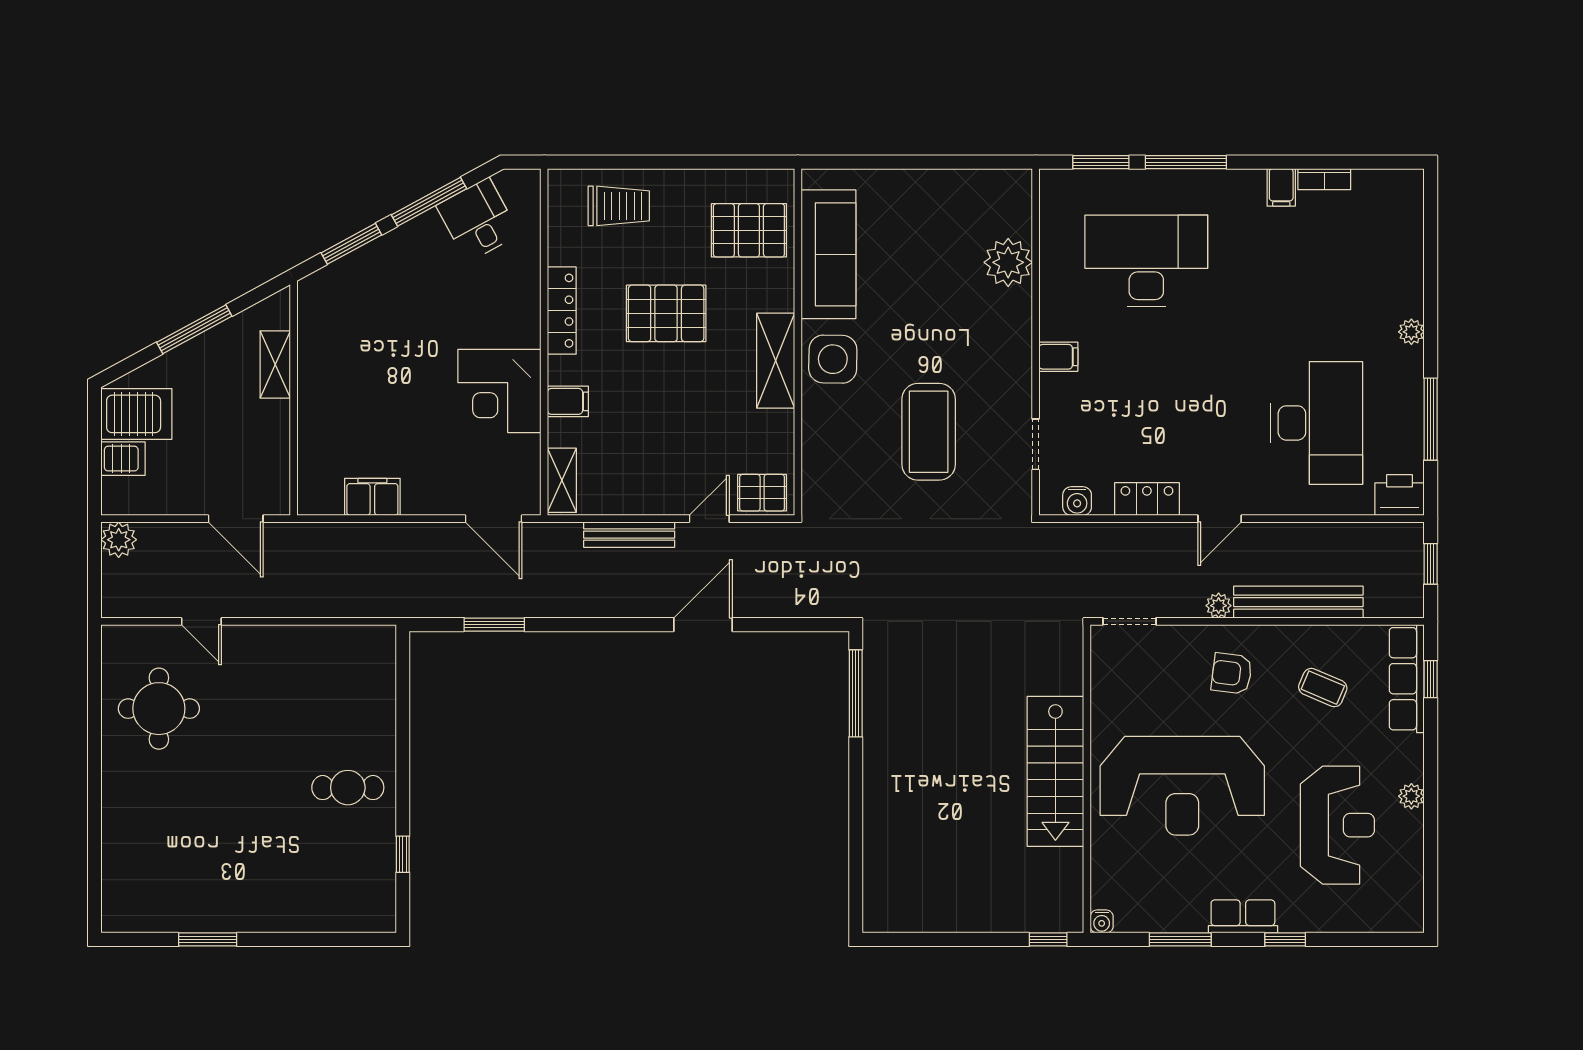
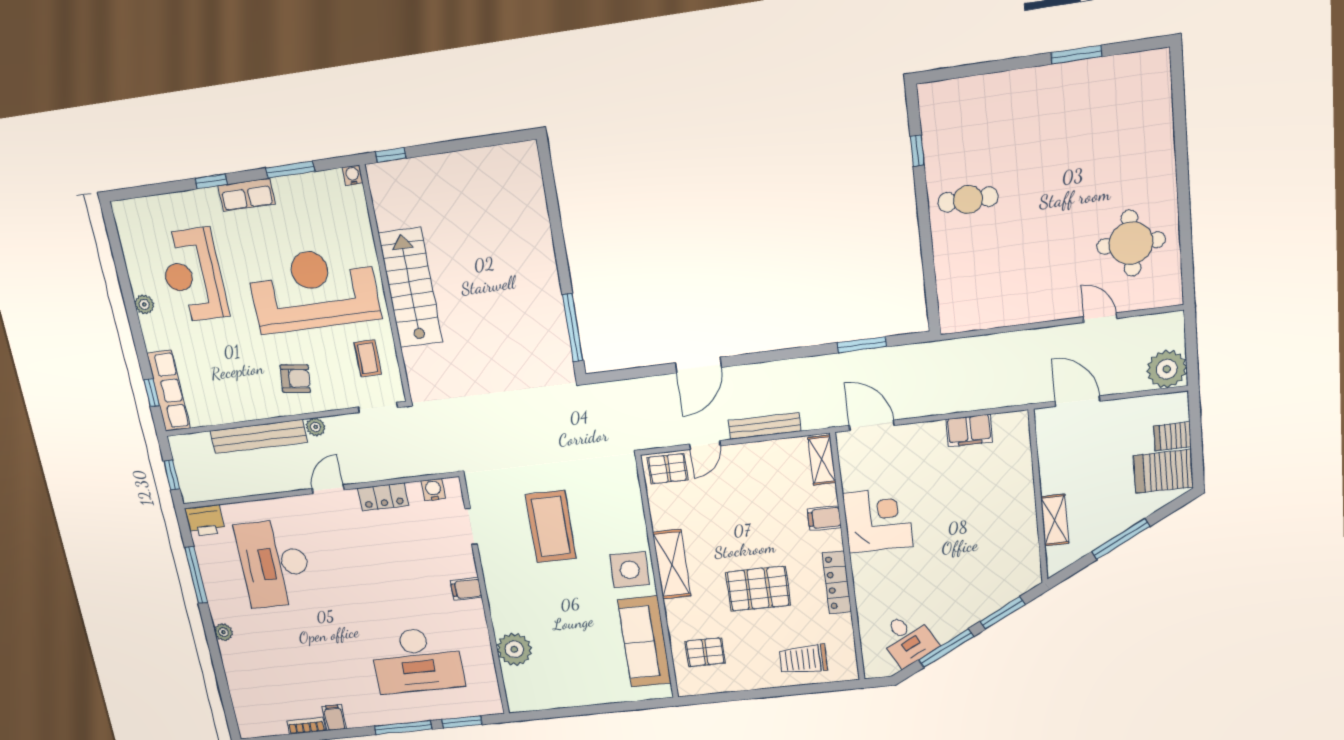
pallet: (749, 230) -> (705, 652), width x0.67, depth x0.71
plant: (119, 540) -> (1167, 369), width x1.36, depth x1.36
coffee table: (1323, 688) -> (368, 358), moved, turned 67

